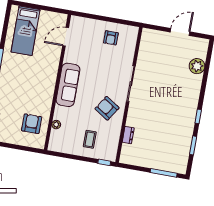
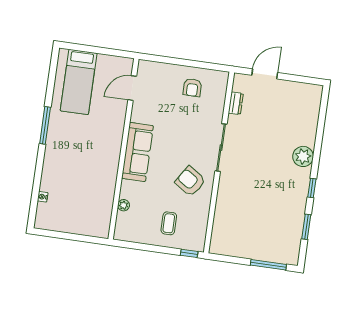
door: (180, 32) -> (265, 74), moved
plant: (197, 66) -> (303, 156), moved
armchair: (32, 124) -> (91, 205), removed
dresser: (128, 135) -> (236, 103), moved

